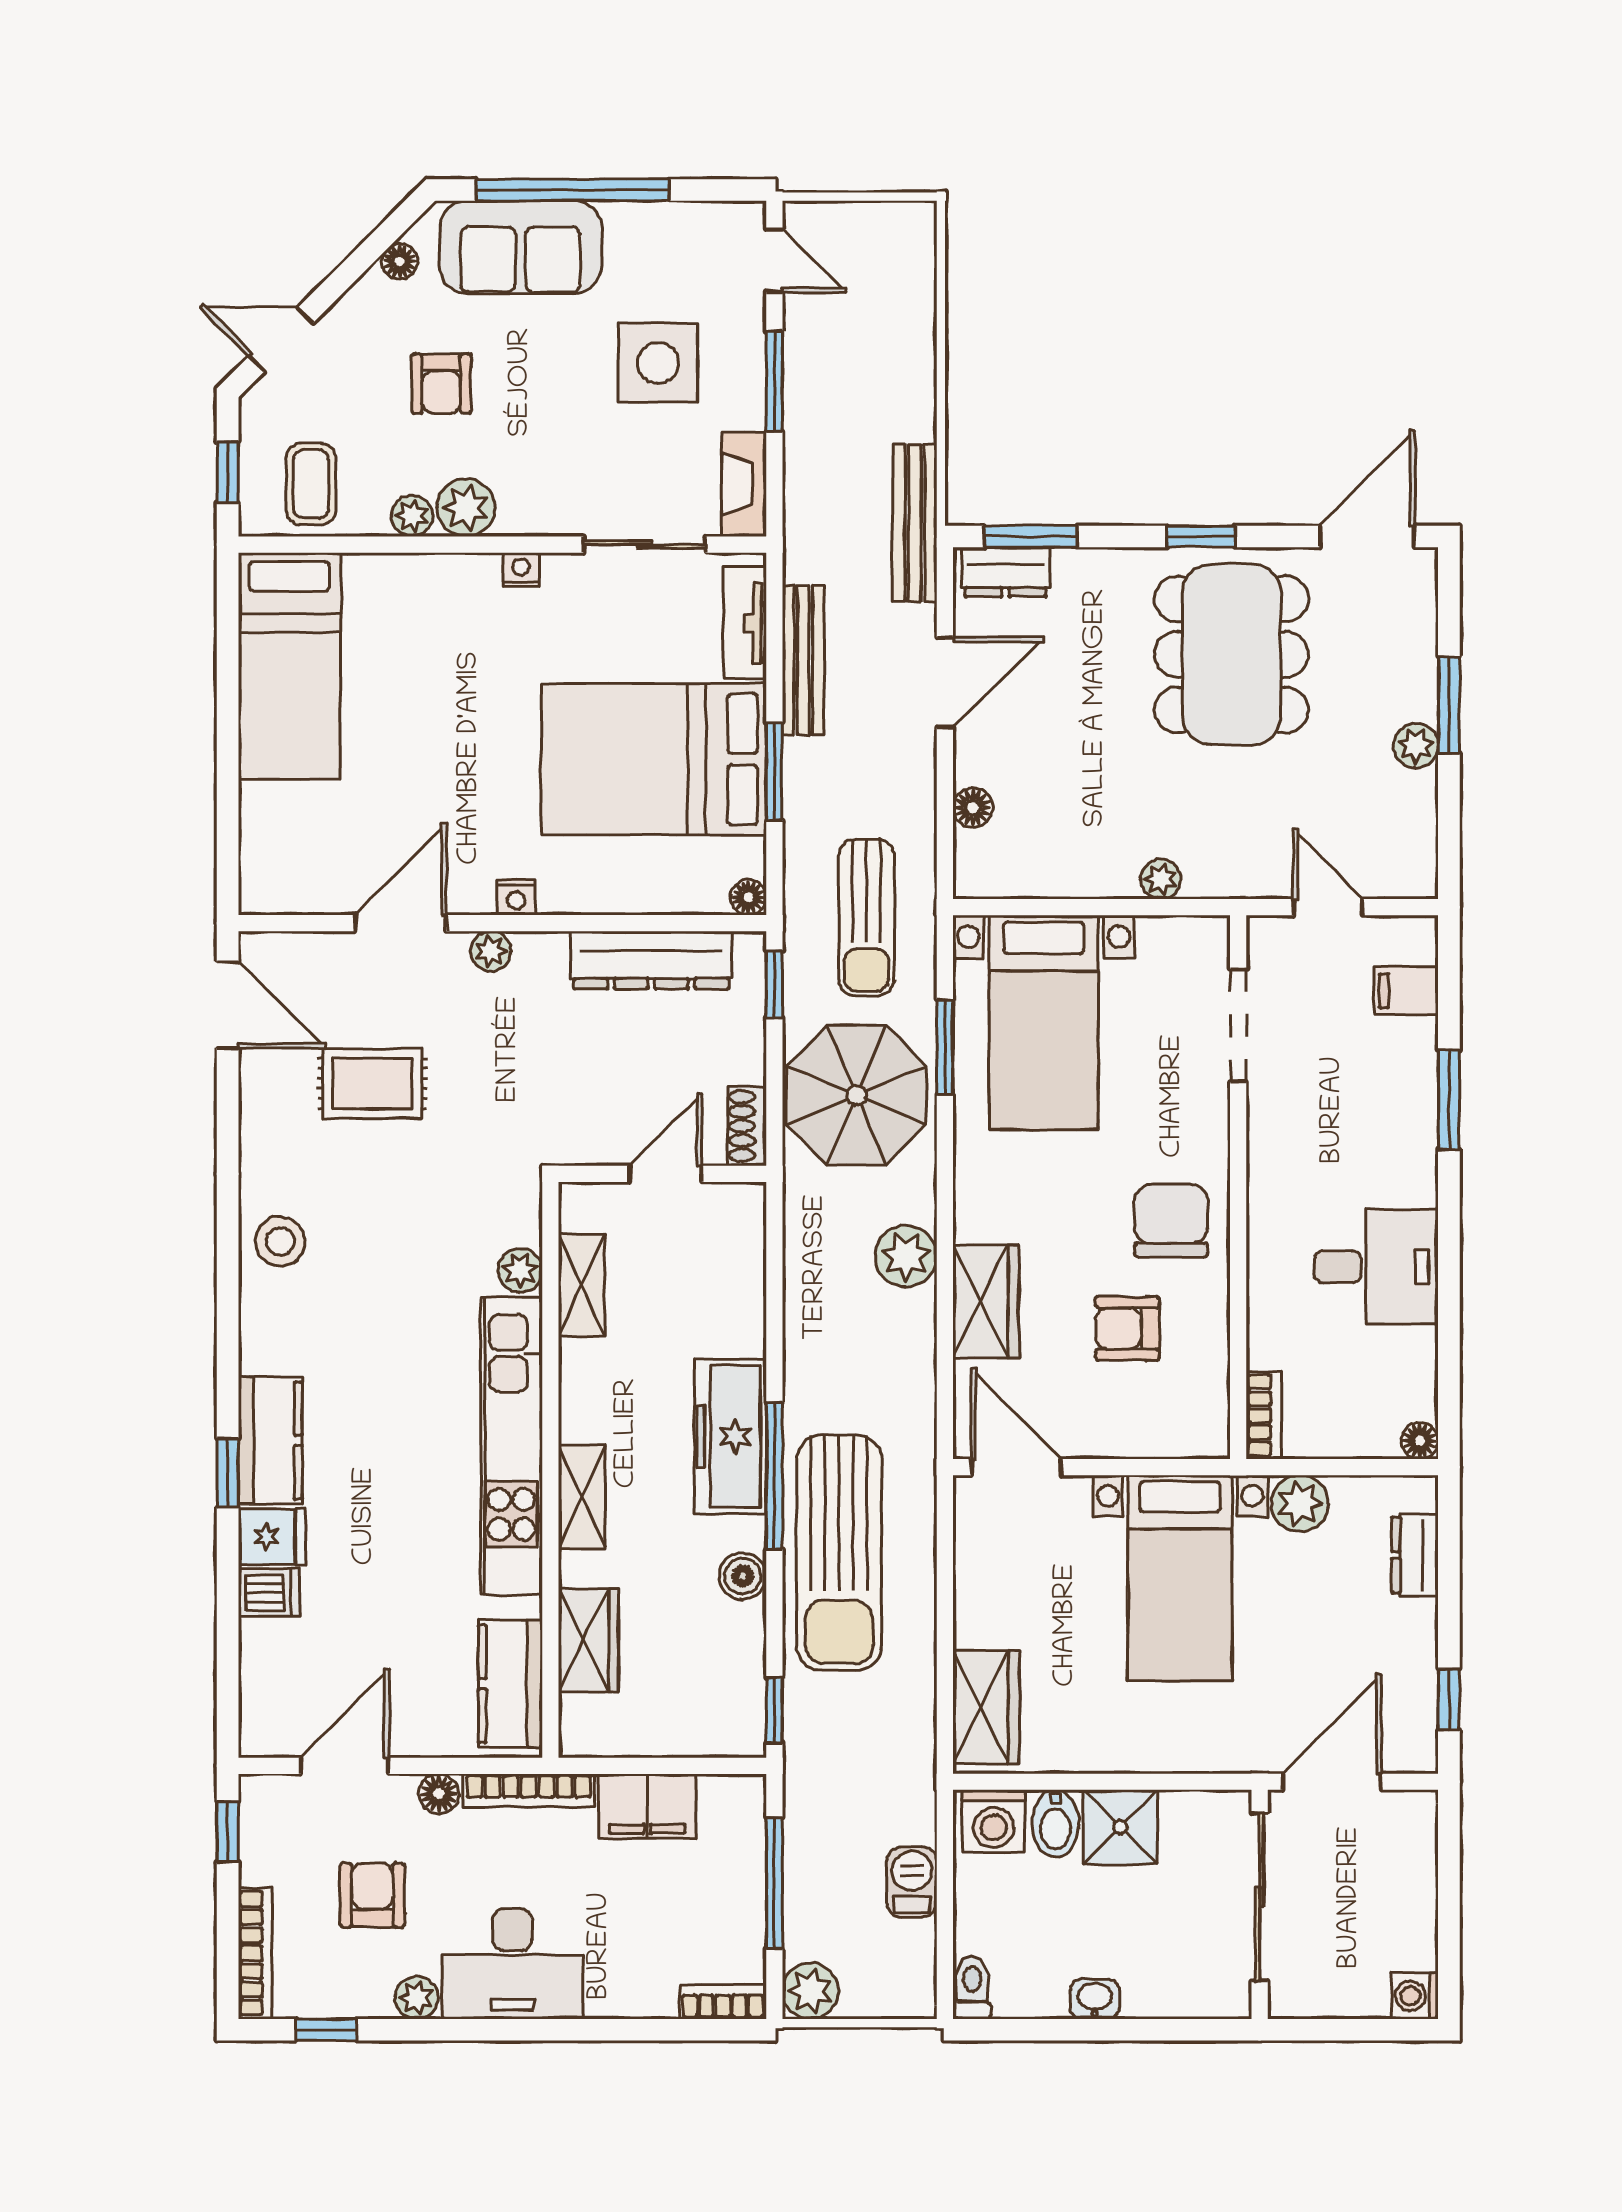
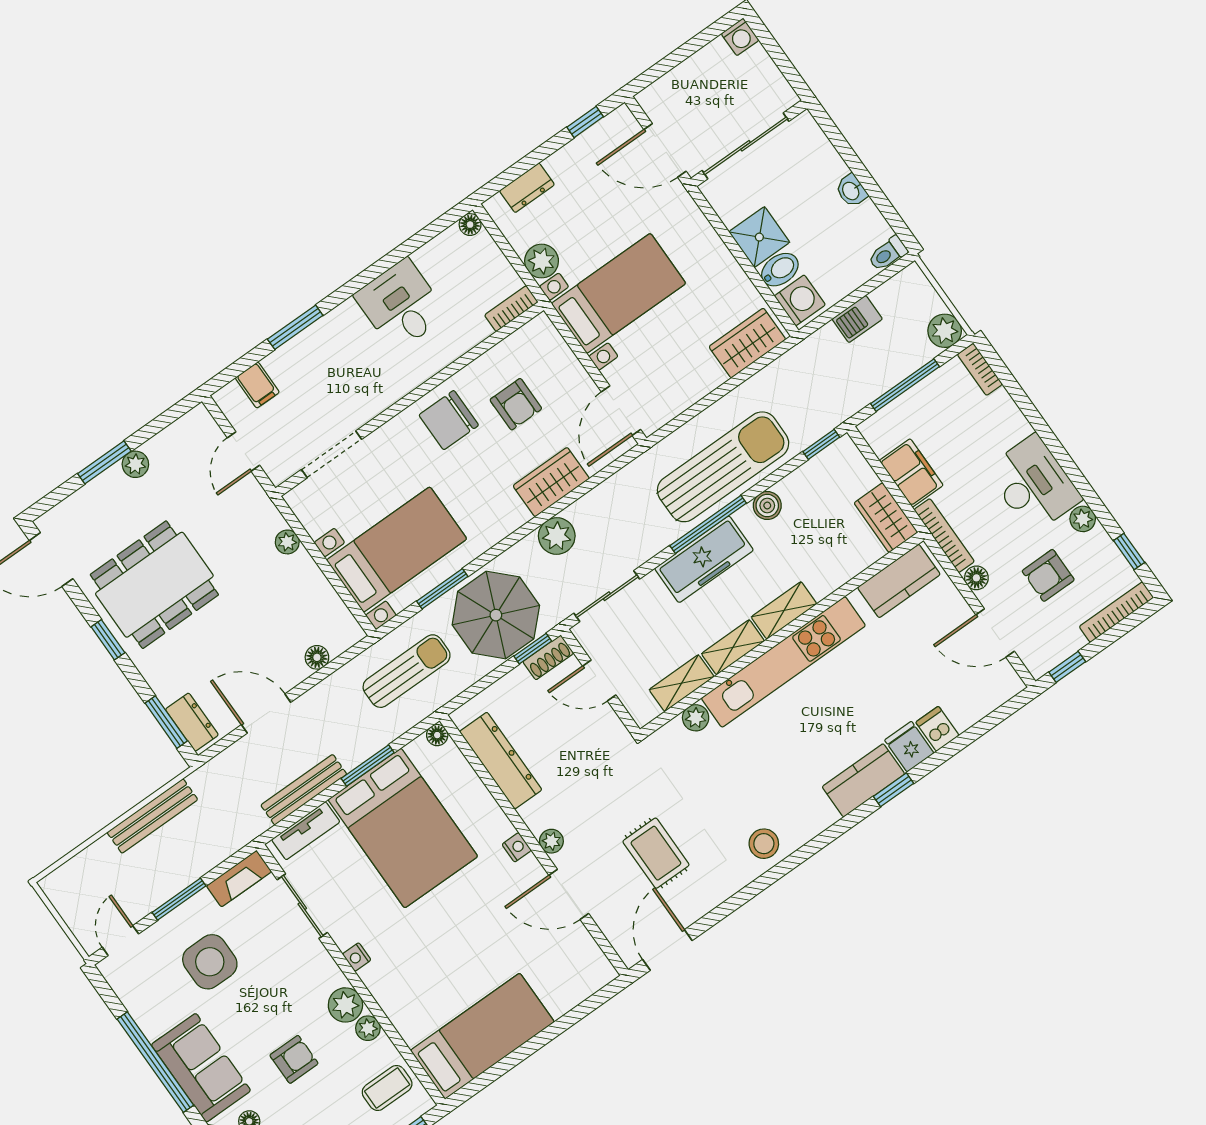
bench: (915, 523) -> (152, 816), moved
window: (774, 984) -> (533, 649), moved
sliding door: (774, 1267) -> (607, 596), added
shelving: (581, 1390) -> (733, 647), added
wardrobe: (588, 1640) -> (886, 518), moved, turned -90

